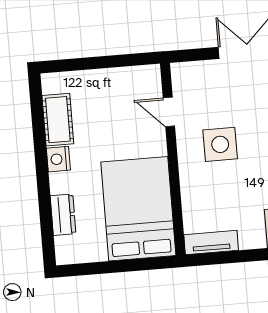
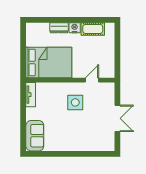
dresser: (63, 215) -> (59, 28), moved

